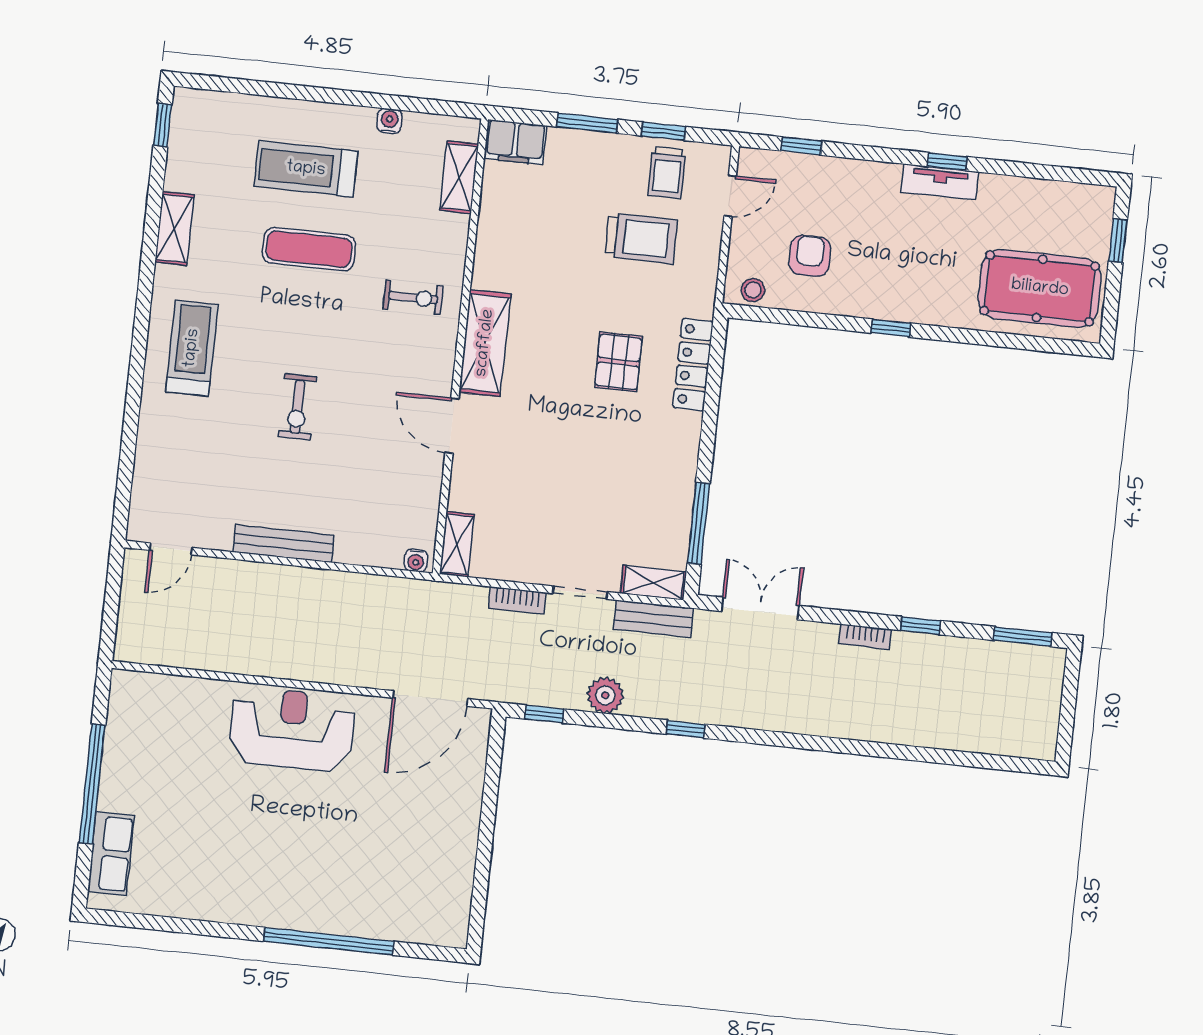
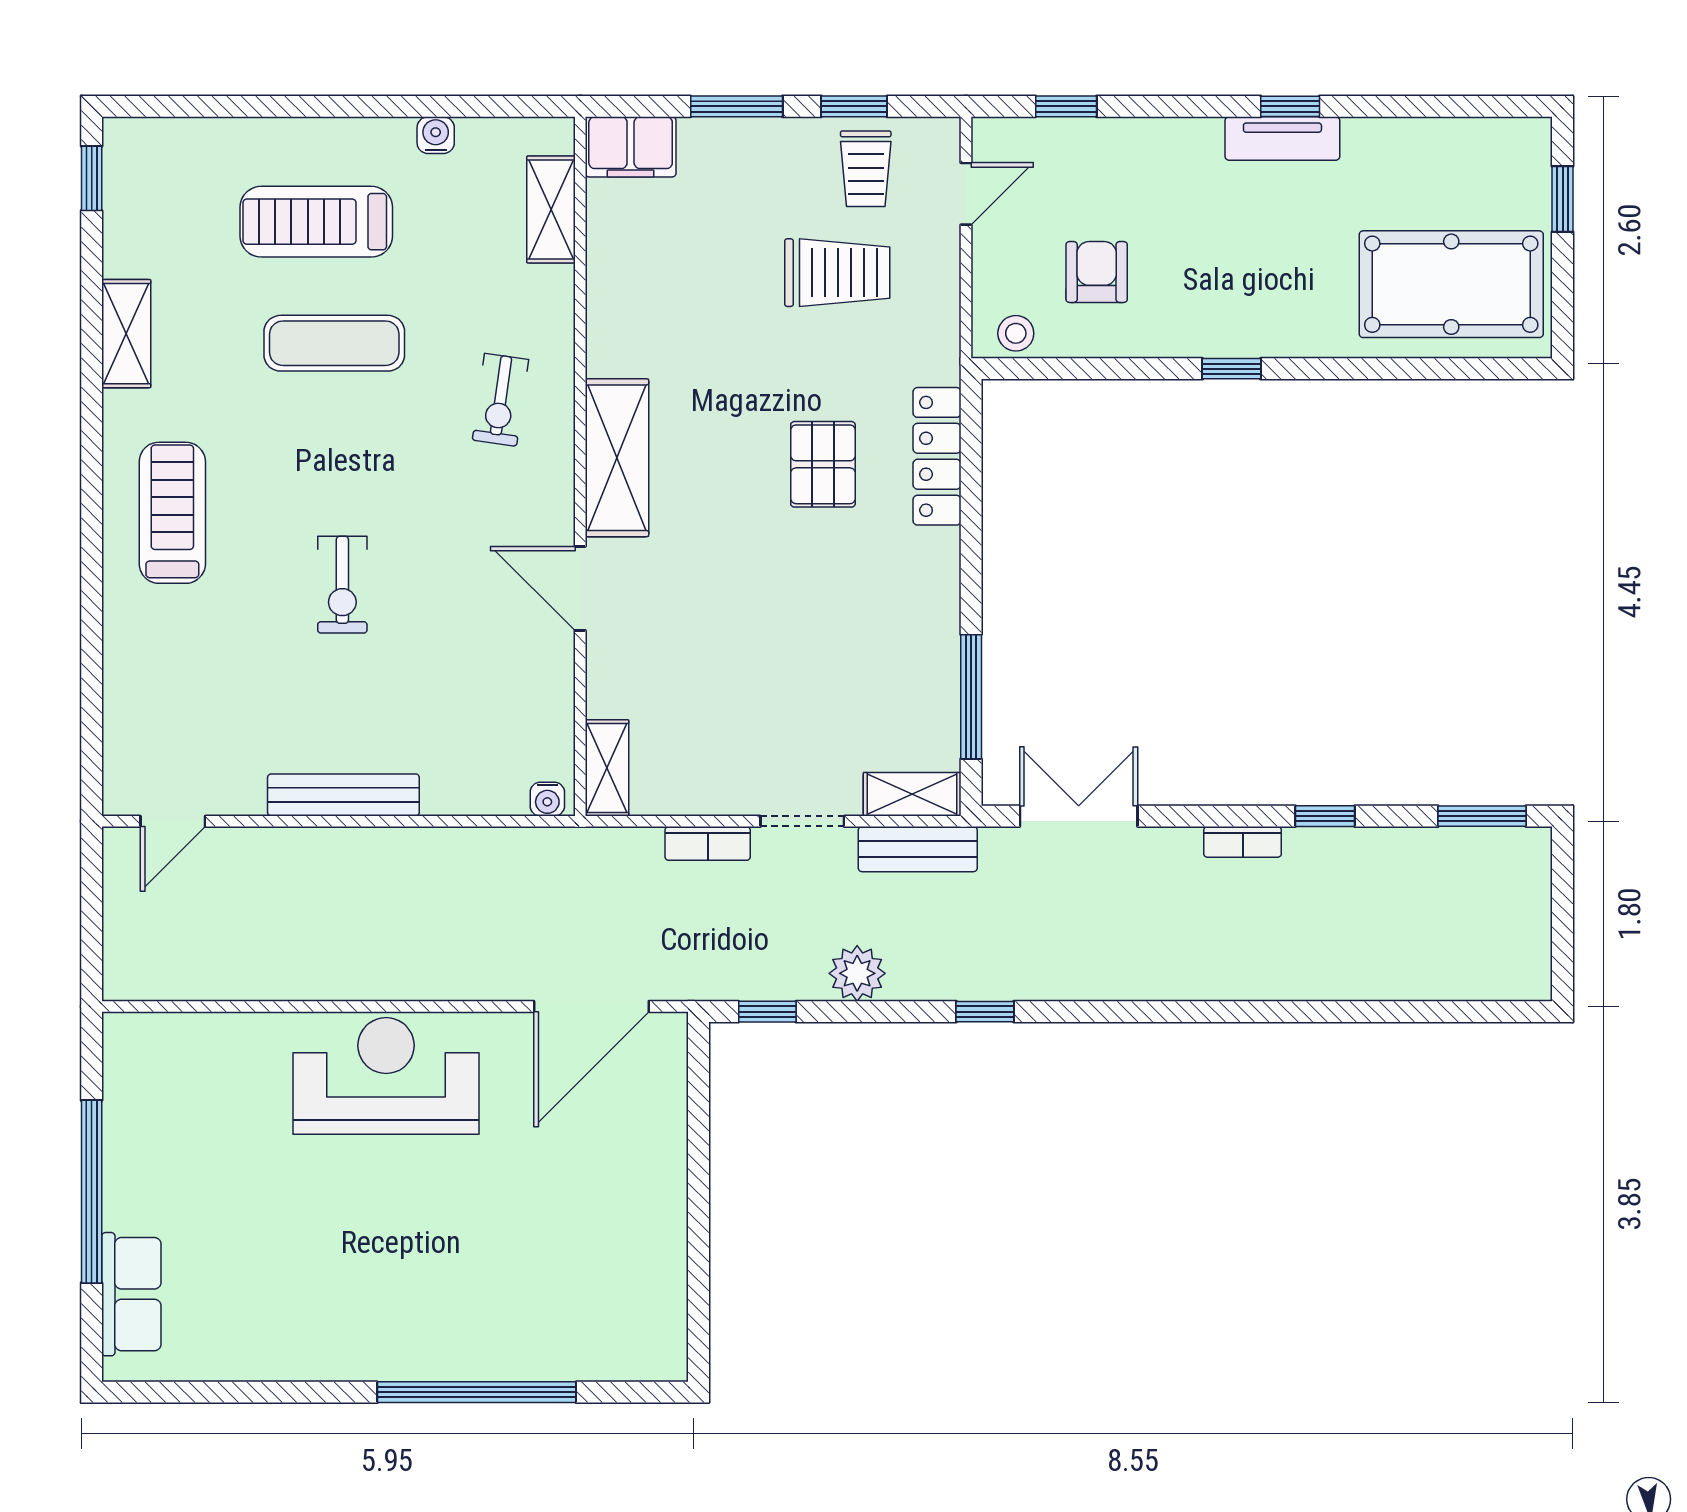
exercise bike: (413, 298) -> (500, 400), turned 98

